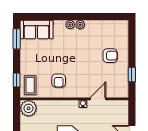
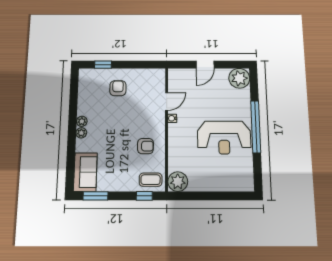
window: (132, 75) -> (103, 65), moved
door: (98, 99) -> (167, 101), swing flipped

